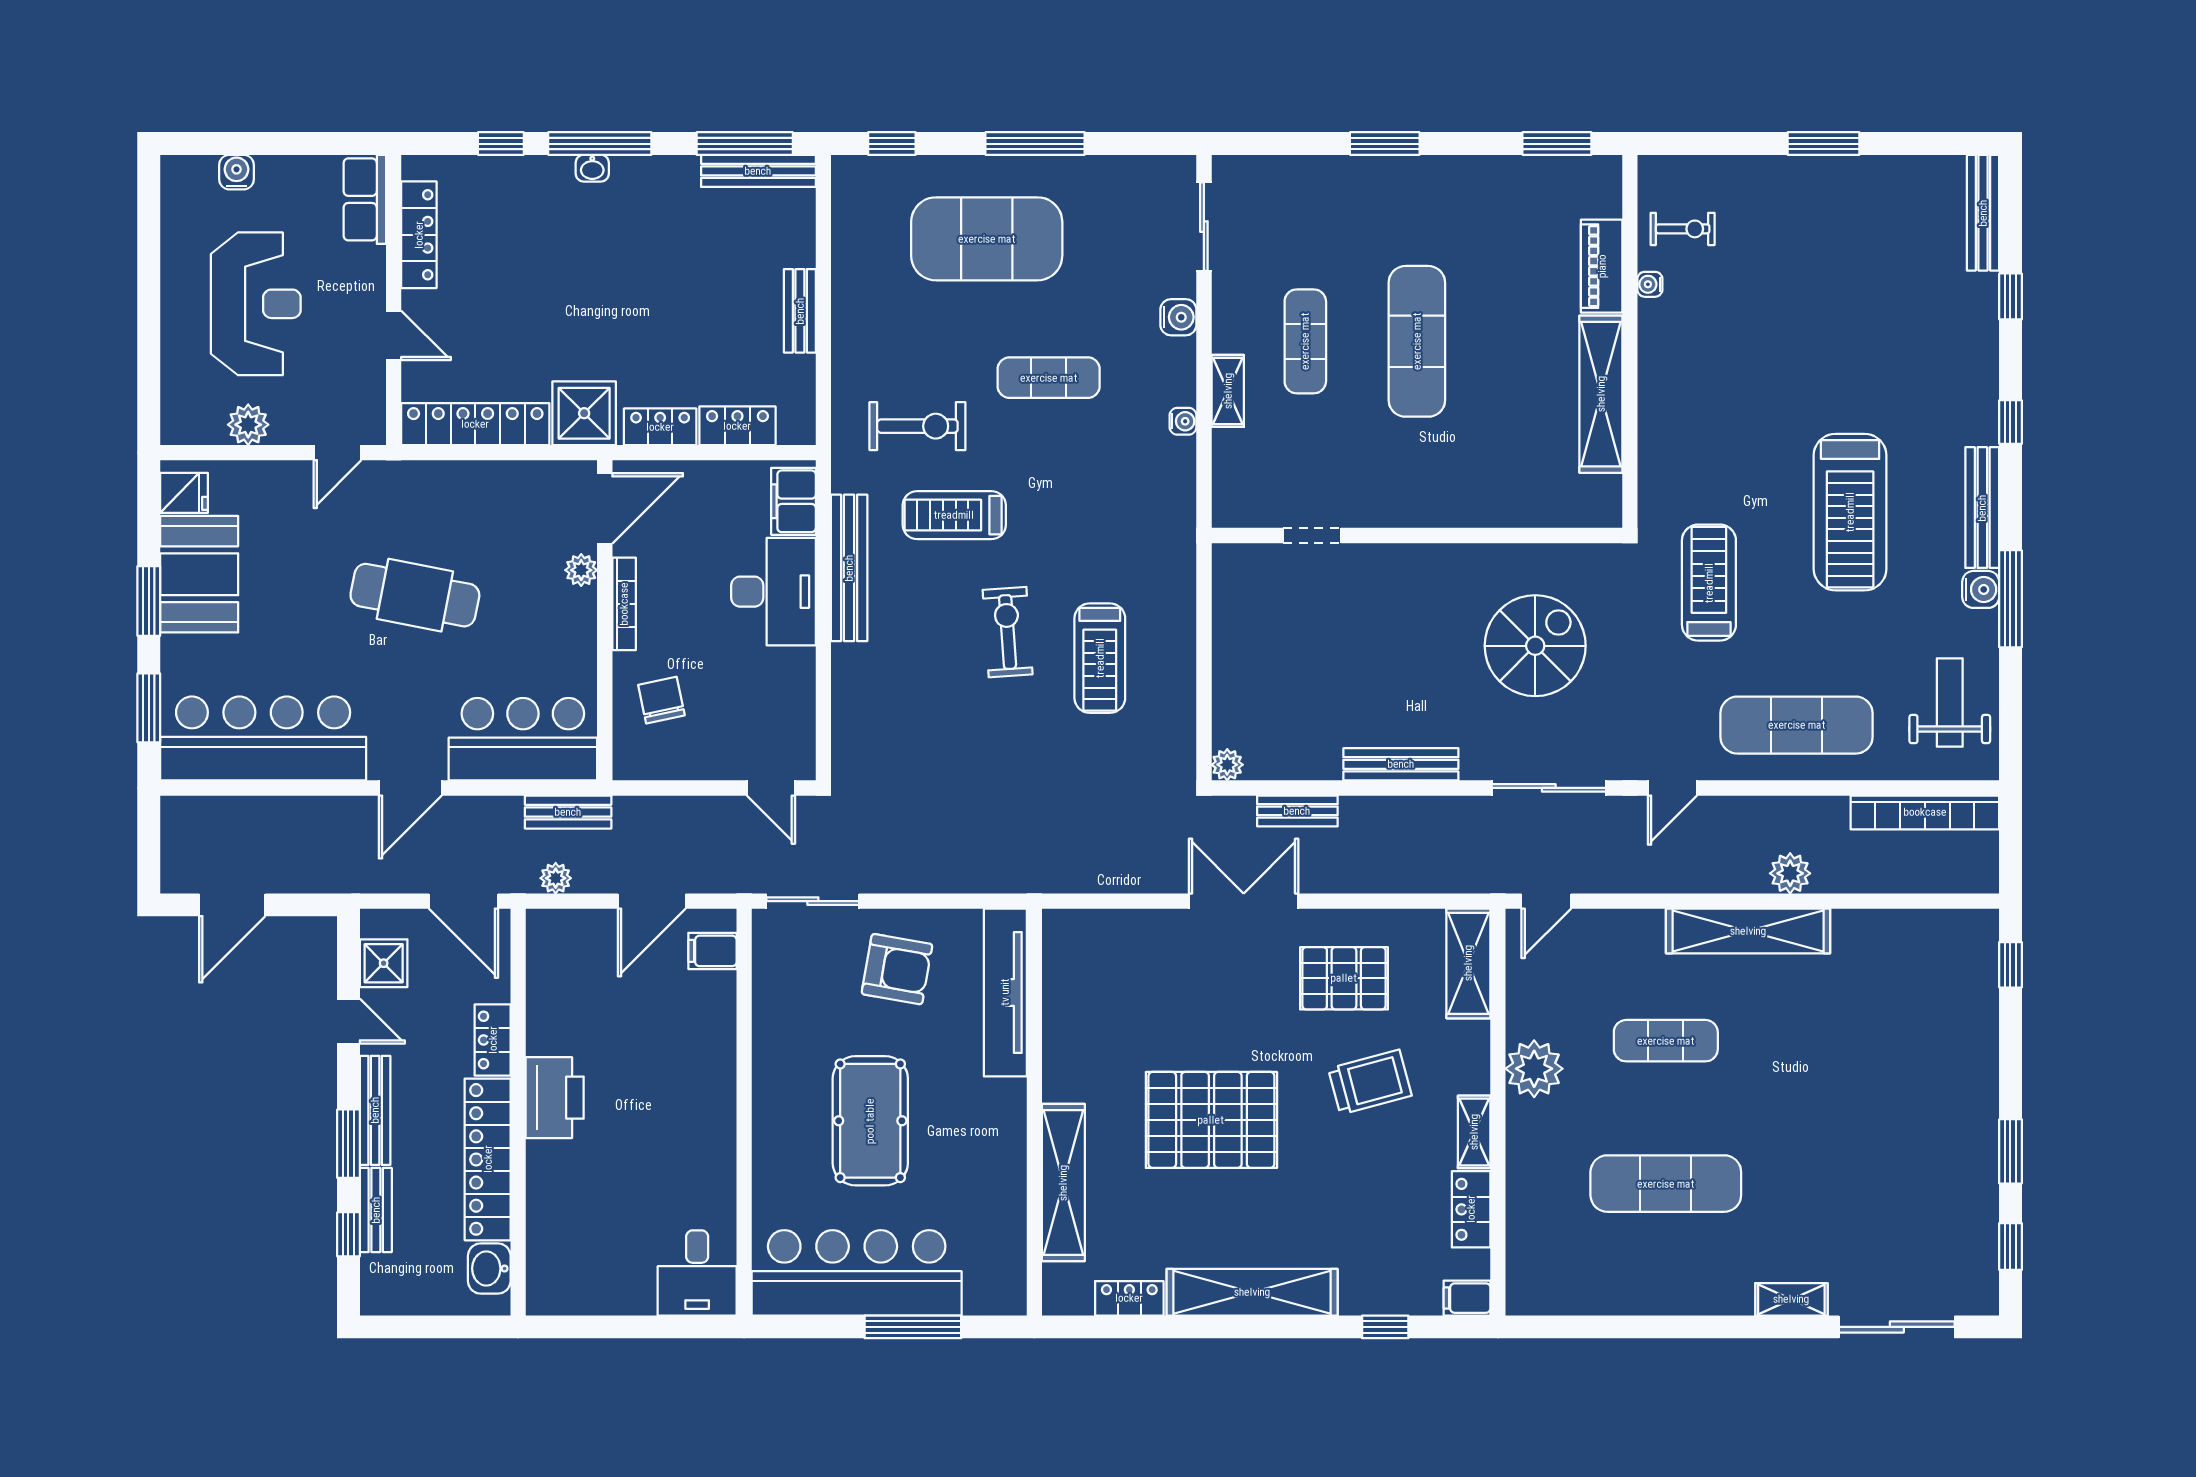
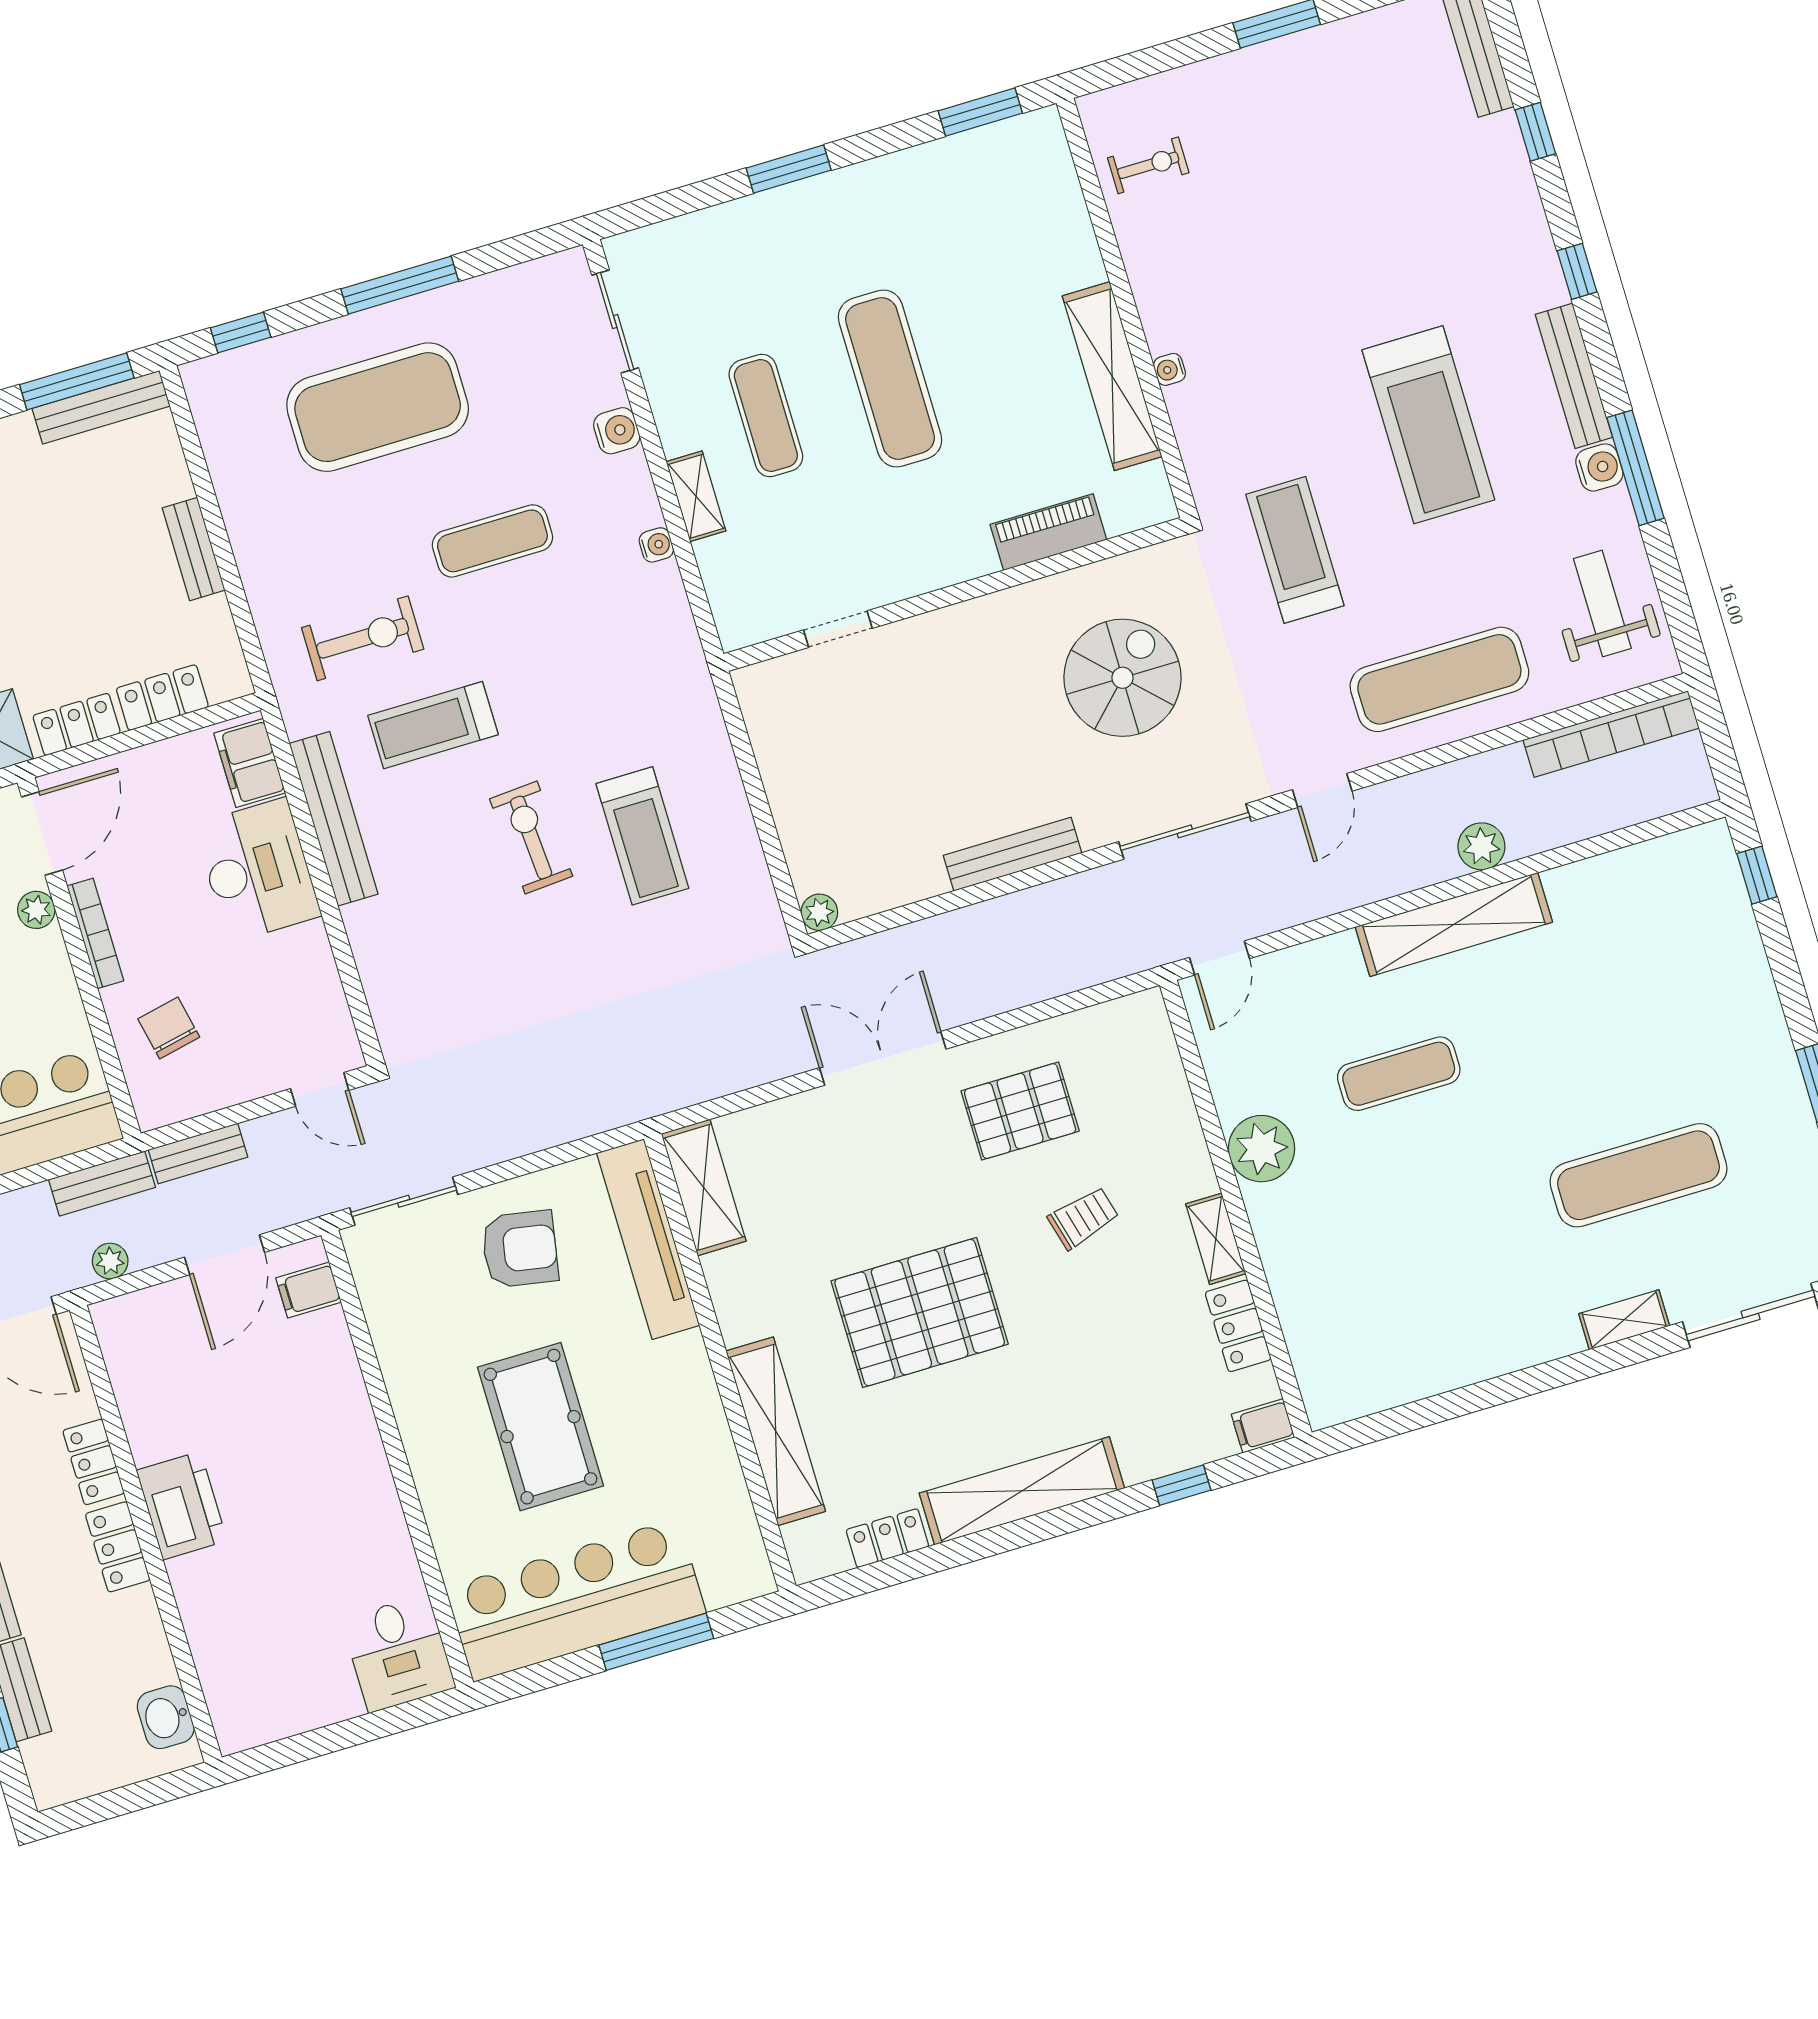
piano: (1602, 266) -> (1048, 532), moved, turned 90
water cooler: (1650, 284) -> (1169, 369), moved
bench: (1297, 811) -> (198, 1153), moved
shelving: (1468, 963) -> (704, 1187), moved
trolley: (1370, 1082) -> (1083, 1218), width x0.73, depth x0.72
locker: (488, 1159) -> (118, 1547), width x0.46, depth x0.83
exercise mat: (1666, 1184) -> (1639, 1175), moved

